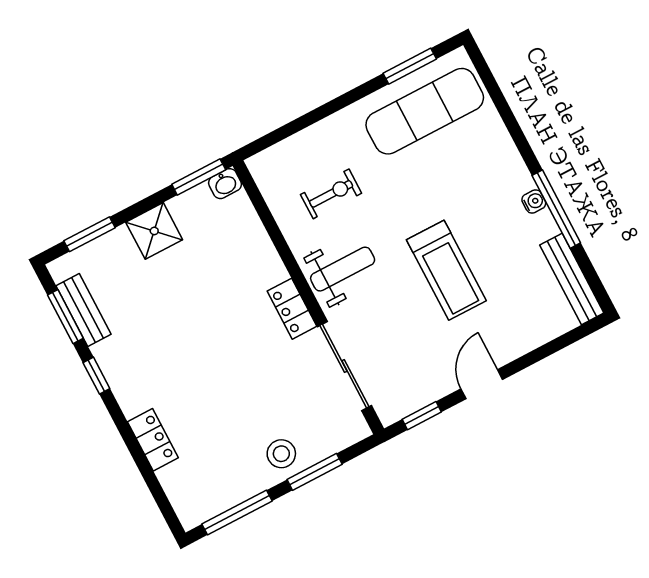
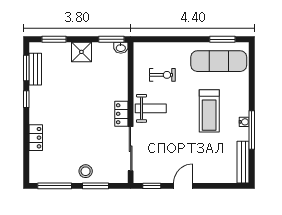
treadmill: (446, 270) -> (209, 111), moved

